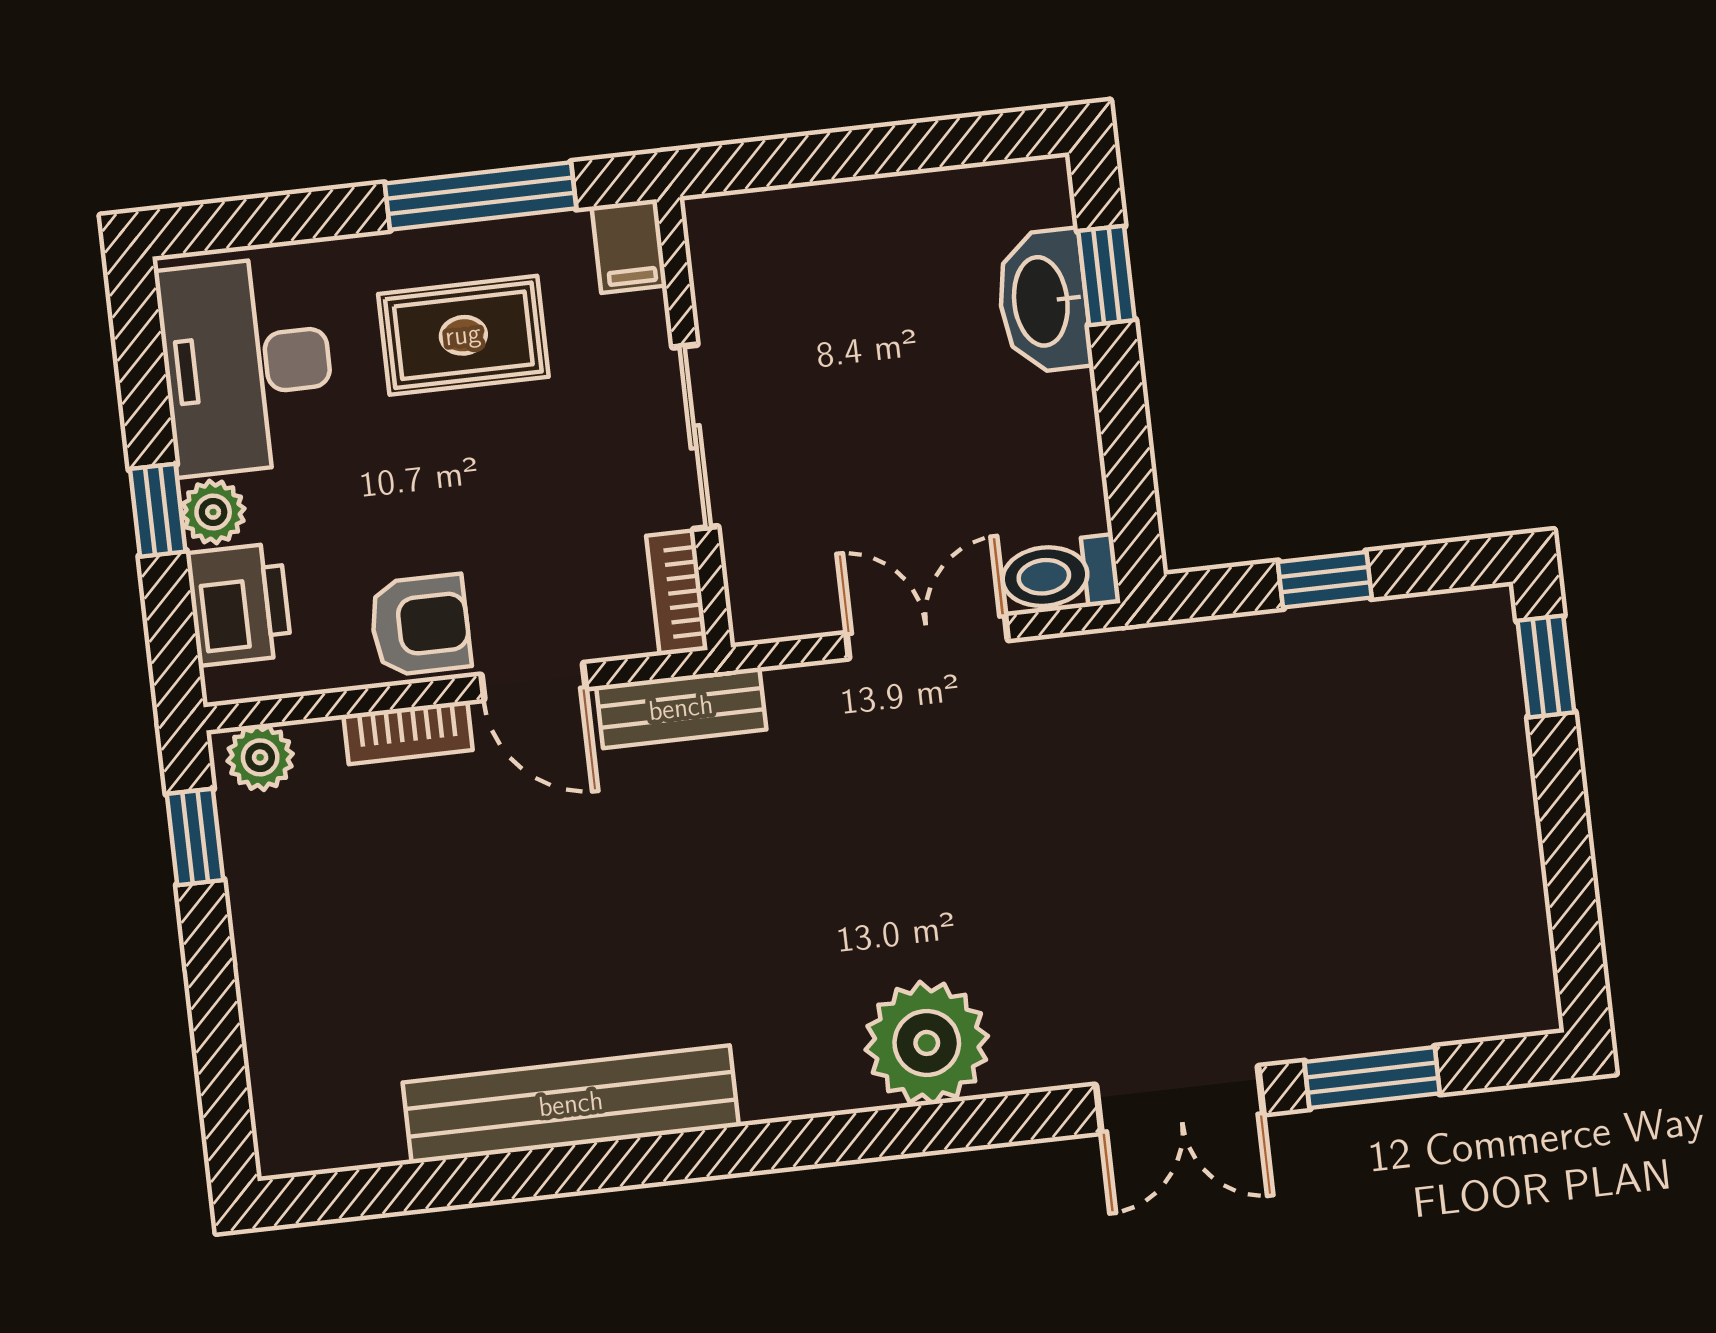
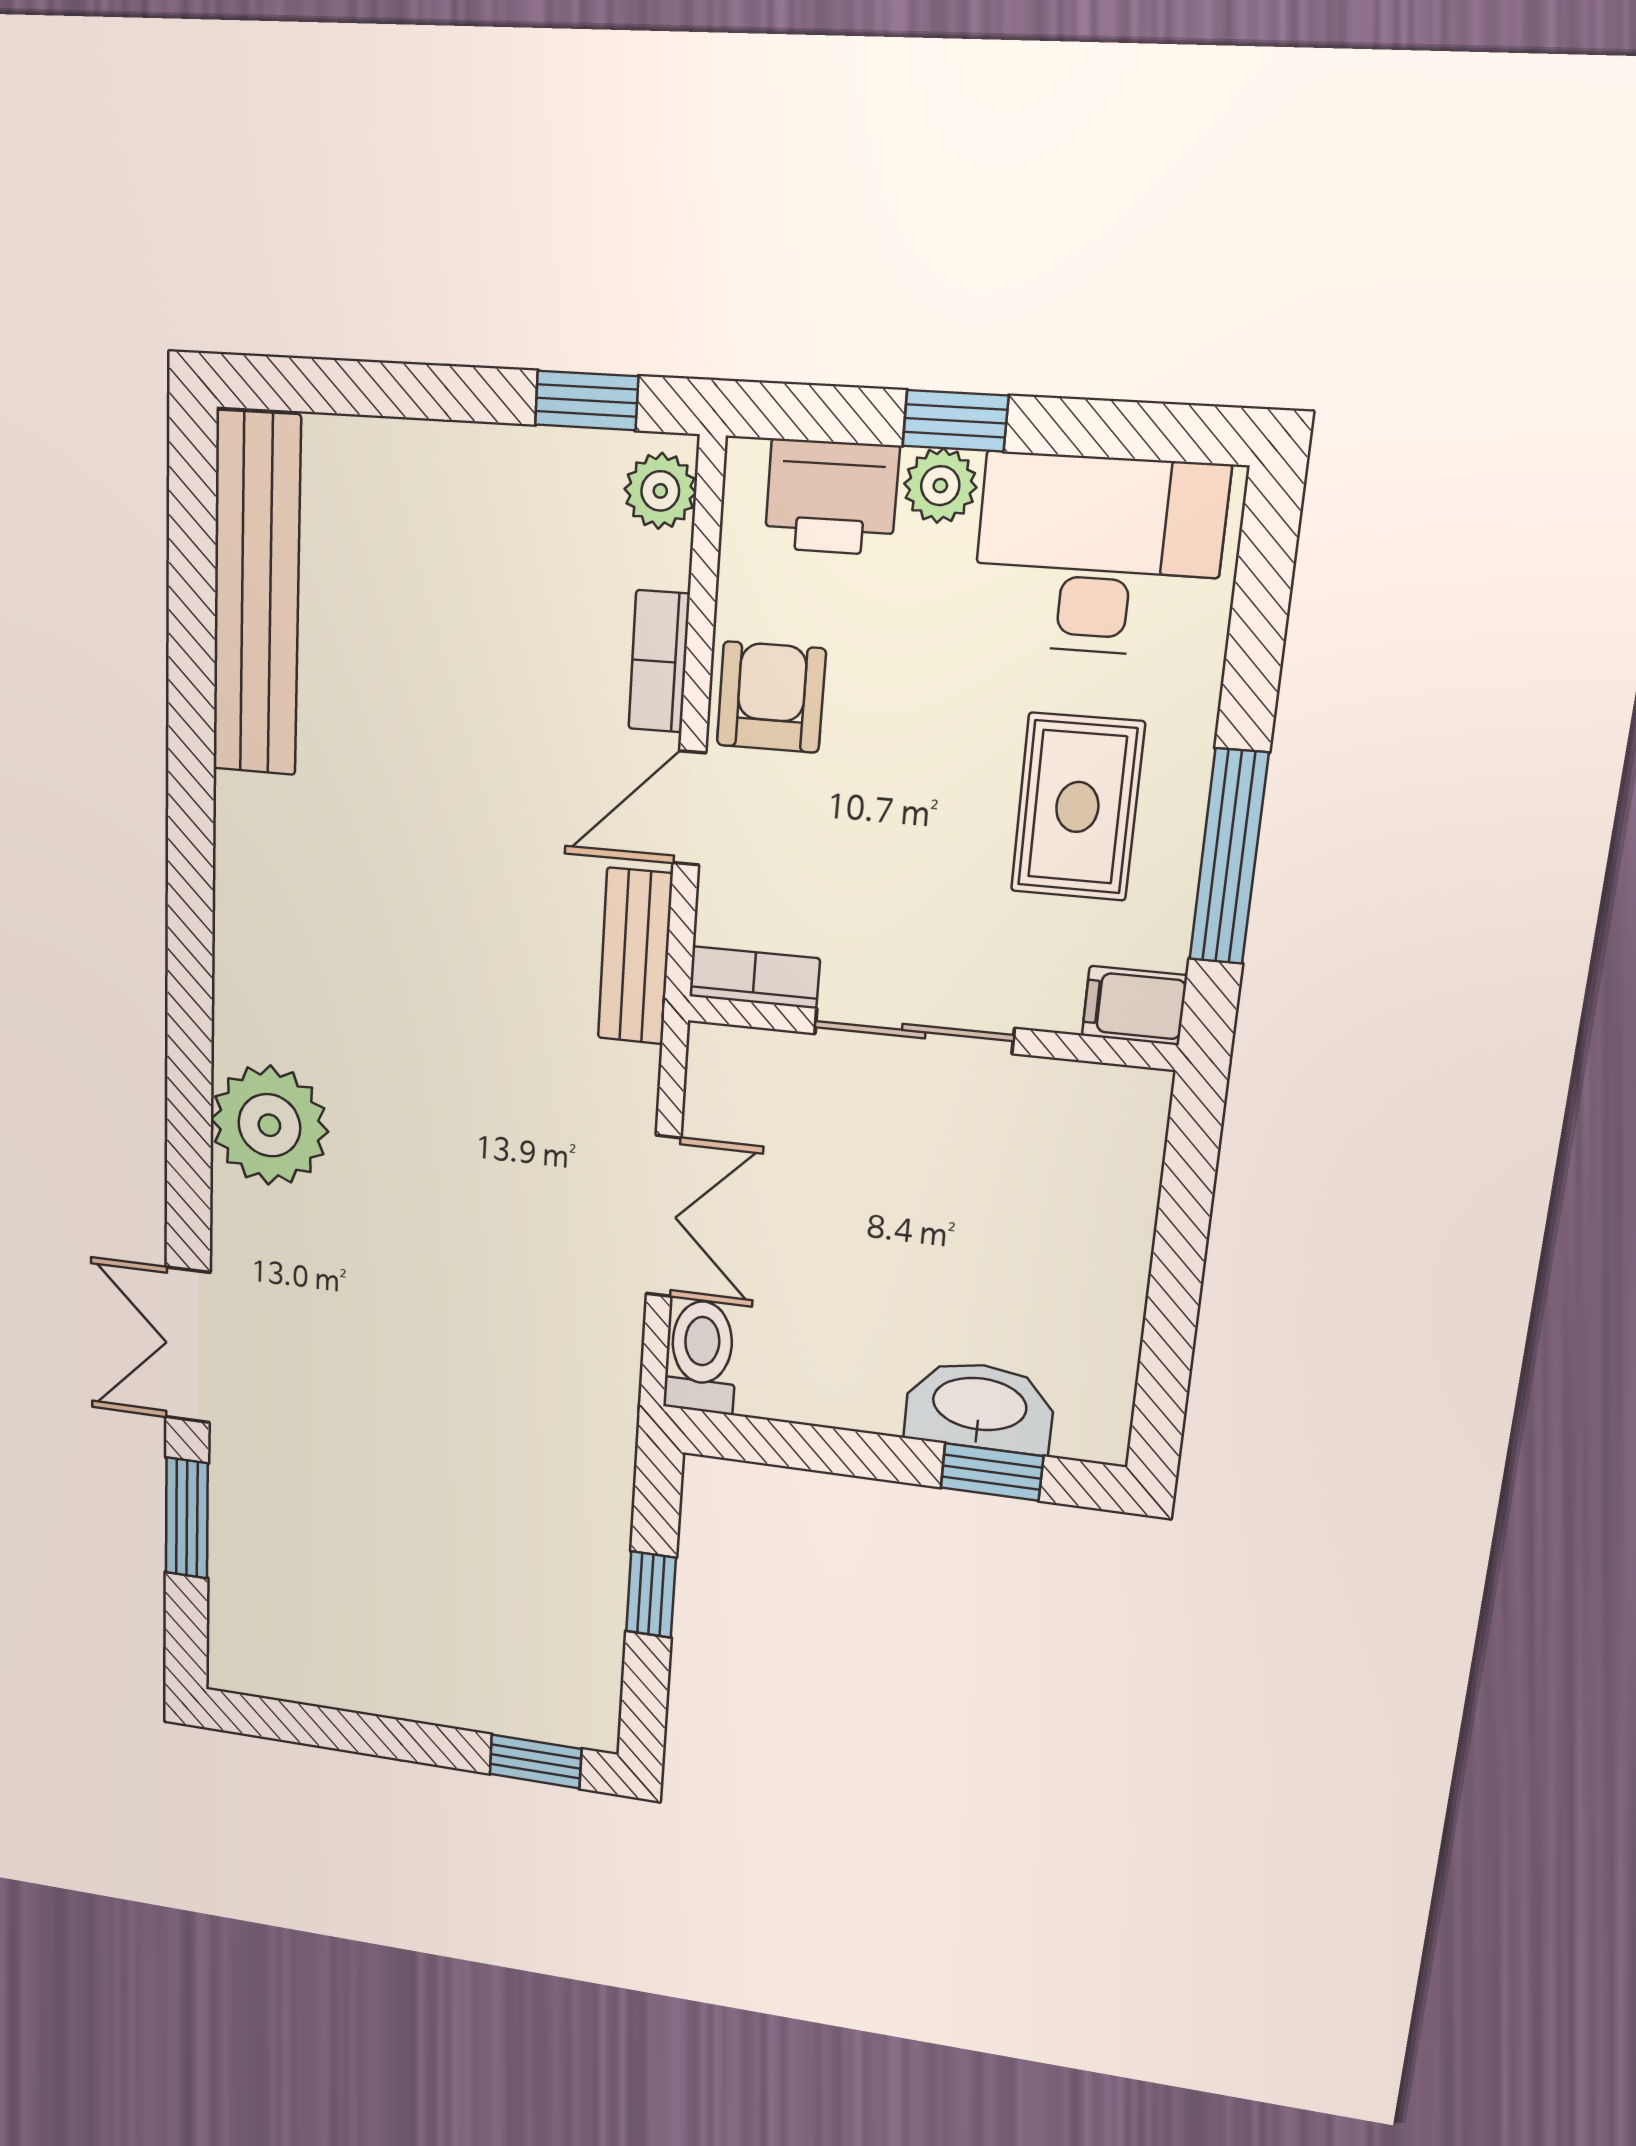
armchair: (420, 625) -> (771, 697), turned 180
bench: (571, 1104) -> (256, 595), moved

